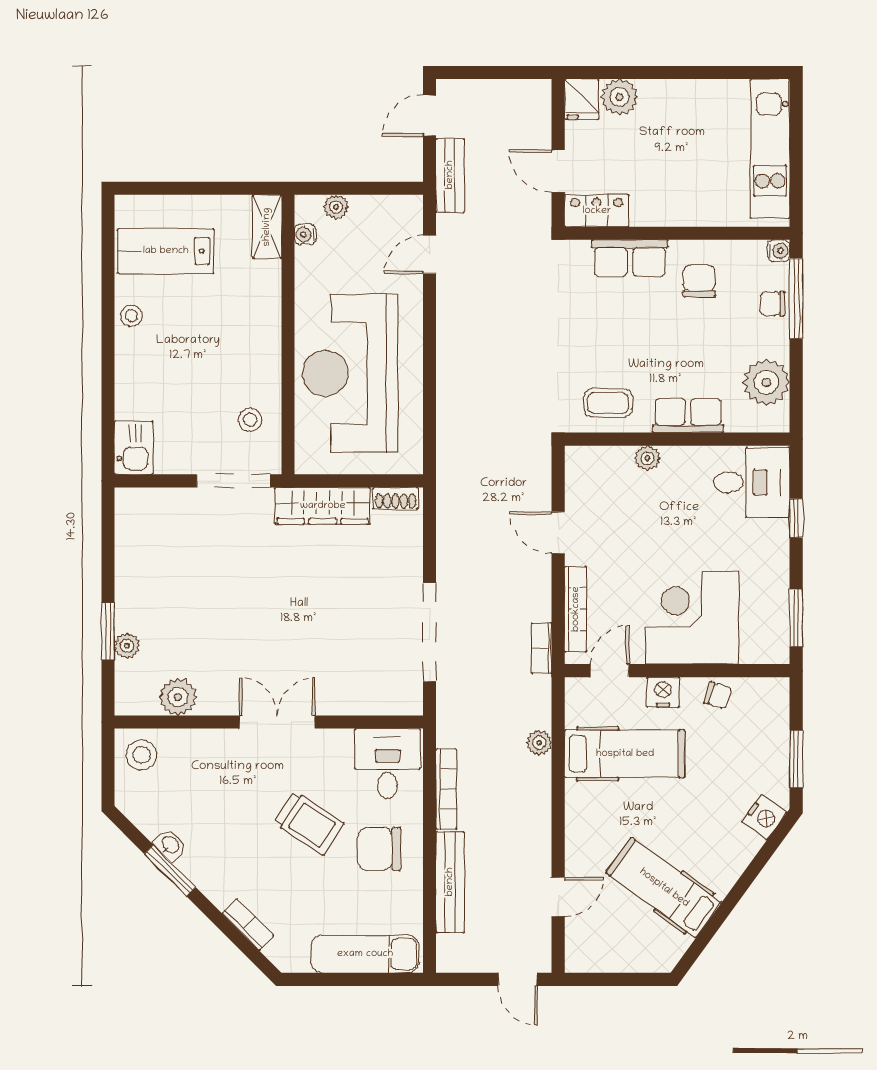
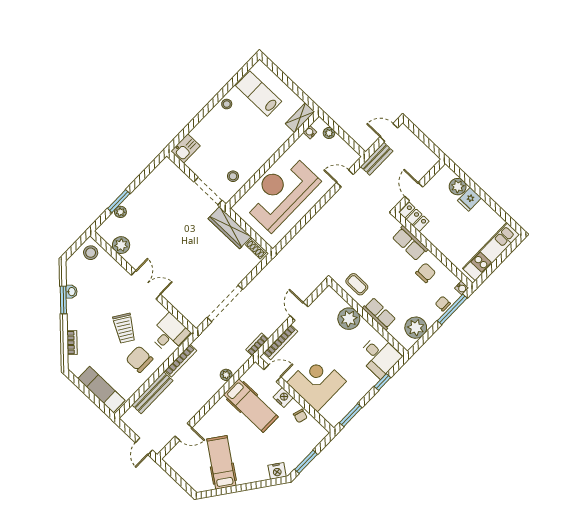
fridge: (582, 99) -> (469, 199), moved
plant: (647, 458) -> (349, 319), width x1.88, depth x1.88

